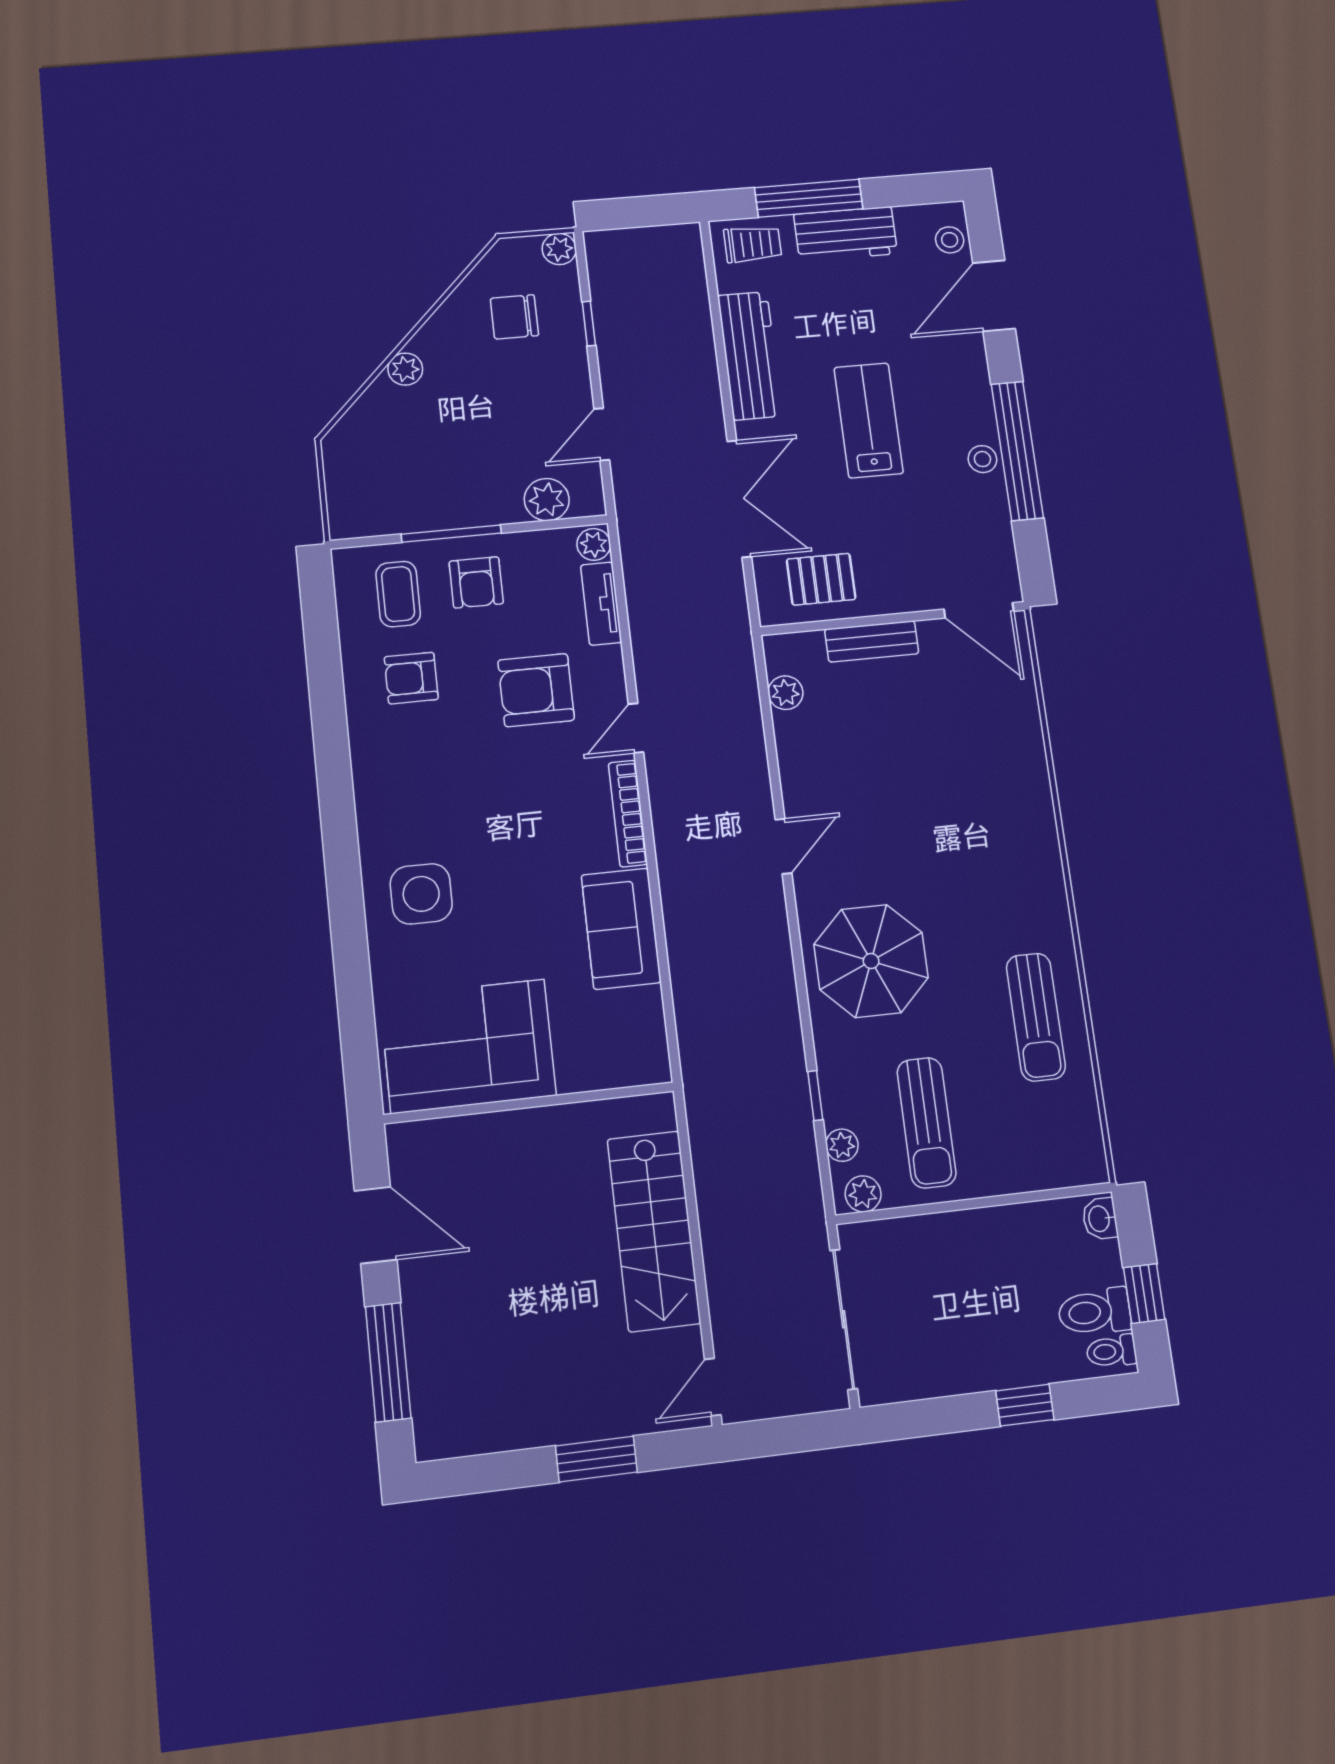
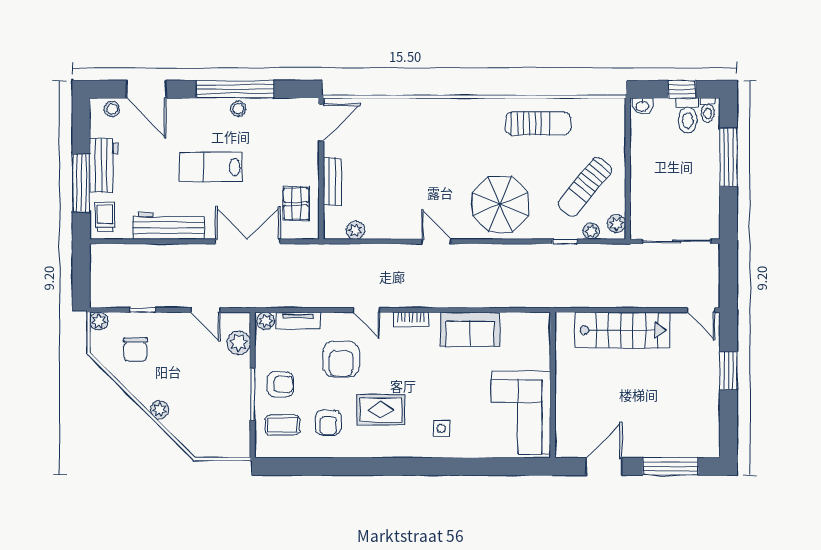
rug: (446, 774) -> (381, 410), added
bookcase: (628, 814) -> (411, 319), width x0.64
side table: (421, 894) -> (441, 428), width x0.54, depth x0.54
sun lounger: (927, 1123) -> (585, 187), turned 129
window: (1025, 1405) -> (728, 157), width x2.17

